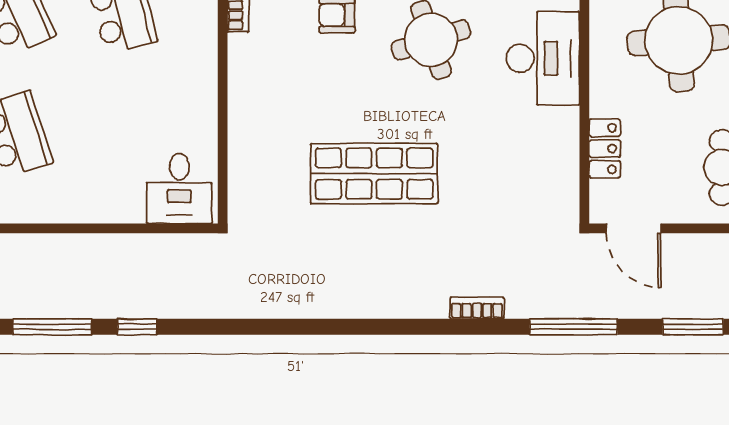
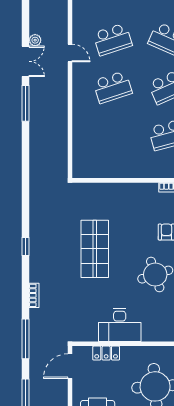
desk: (543, 58) -> (120, 325), moved
desk: (179, 188) -> (88, 161), removed
window: (137, 327) -> (26, 247), moved

